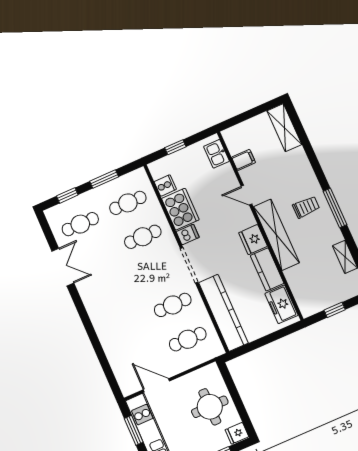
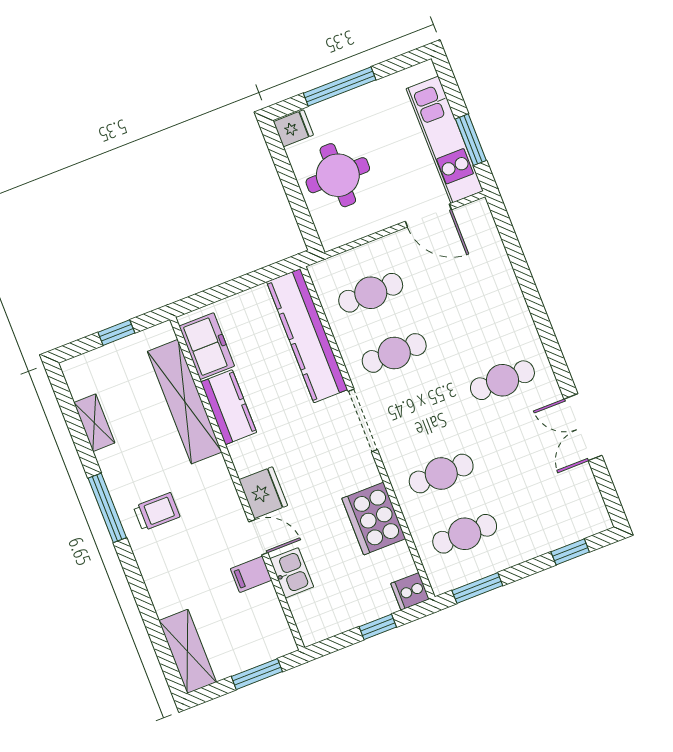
window: (244, 117) -> (257, 674), added
kitchen sink: (216, 154) -> (292, 573), moved
filing cabinet: (243, 160) -> (251, 574), moved
window: (104, 179) -> (477, 588), moved
cooker: (165, 185) -> (410, 591), moved
trolley: (306, 207) -> (157, 512), turned 180
cafe table: (80, 224) -> (502, 380), moved
dishwasher: (188, 235) -> (363, 474), removed
shelving: (276, 235) -> (185, 402), moved
fridge: (253, 240) -> (263, 493), moved

